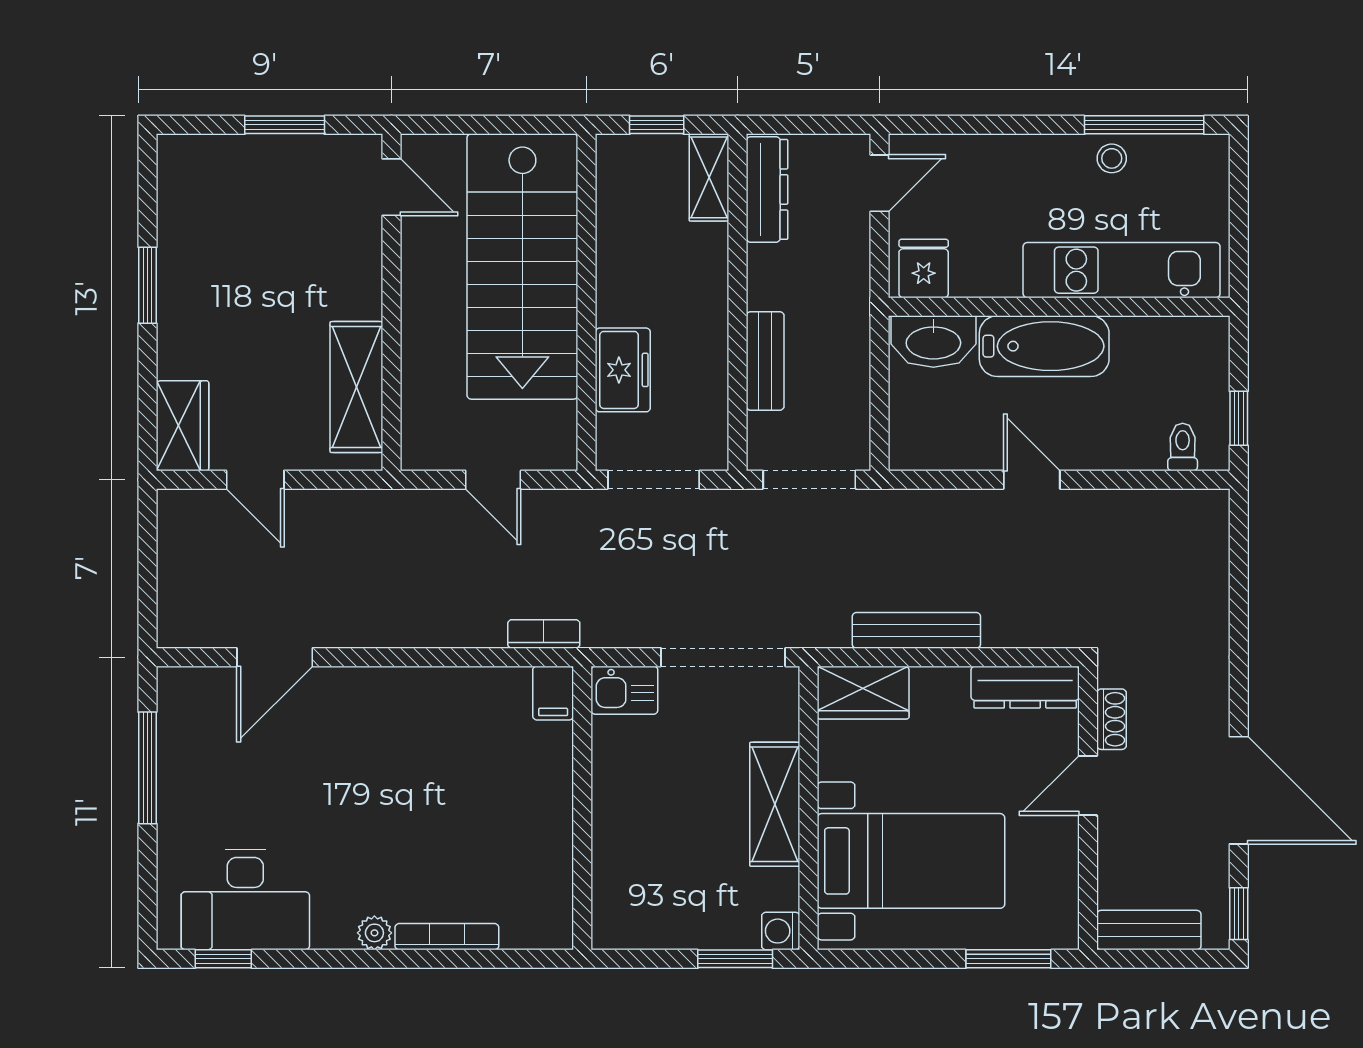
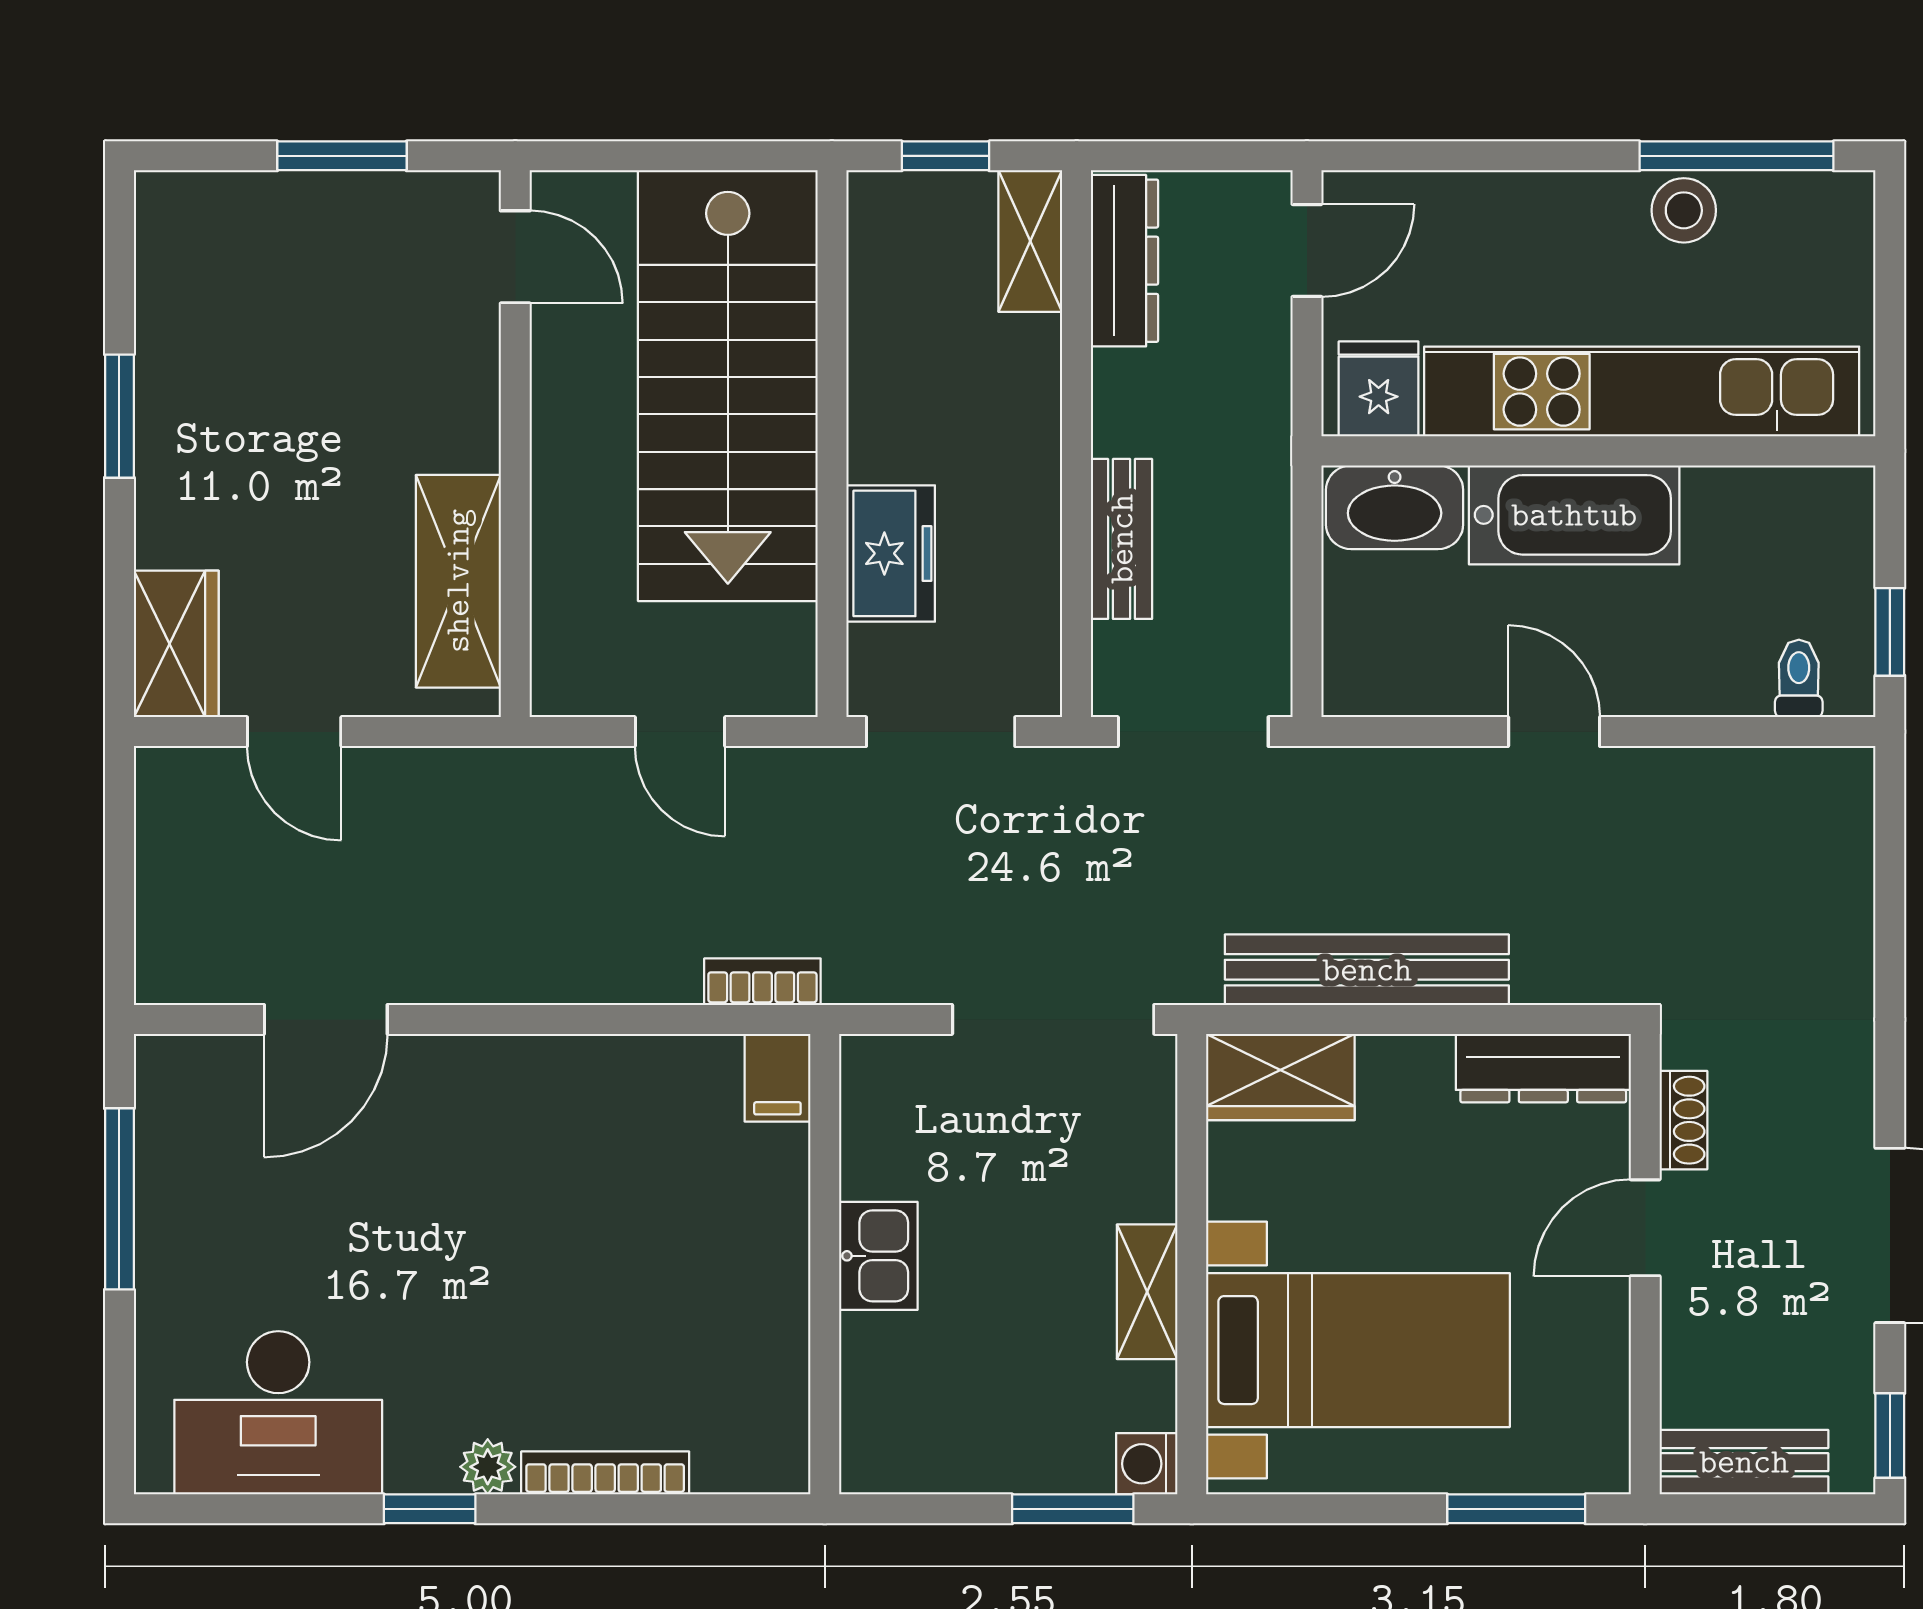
stool: (1112, 158) -> (1684, 210), width x1.37, depth x1.37
kitchen unit: (1122, 270) -> (1642, 392), width x1.36
bench: (916, 630) -> (1367, 970), width x1.37, depth x1.21
kitchen sink: (624, 690) -> (878, 1256), moved, turned -90
shelving: (775, 804) -> (1147, 1292), width x0.67, depth x0.75
window: (223, 959) -> (430, 1509), moved

